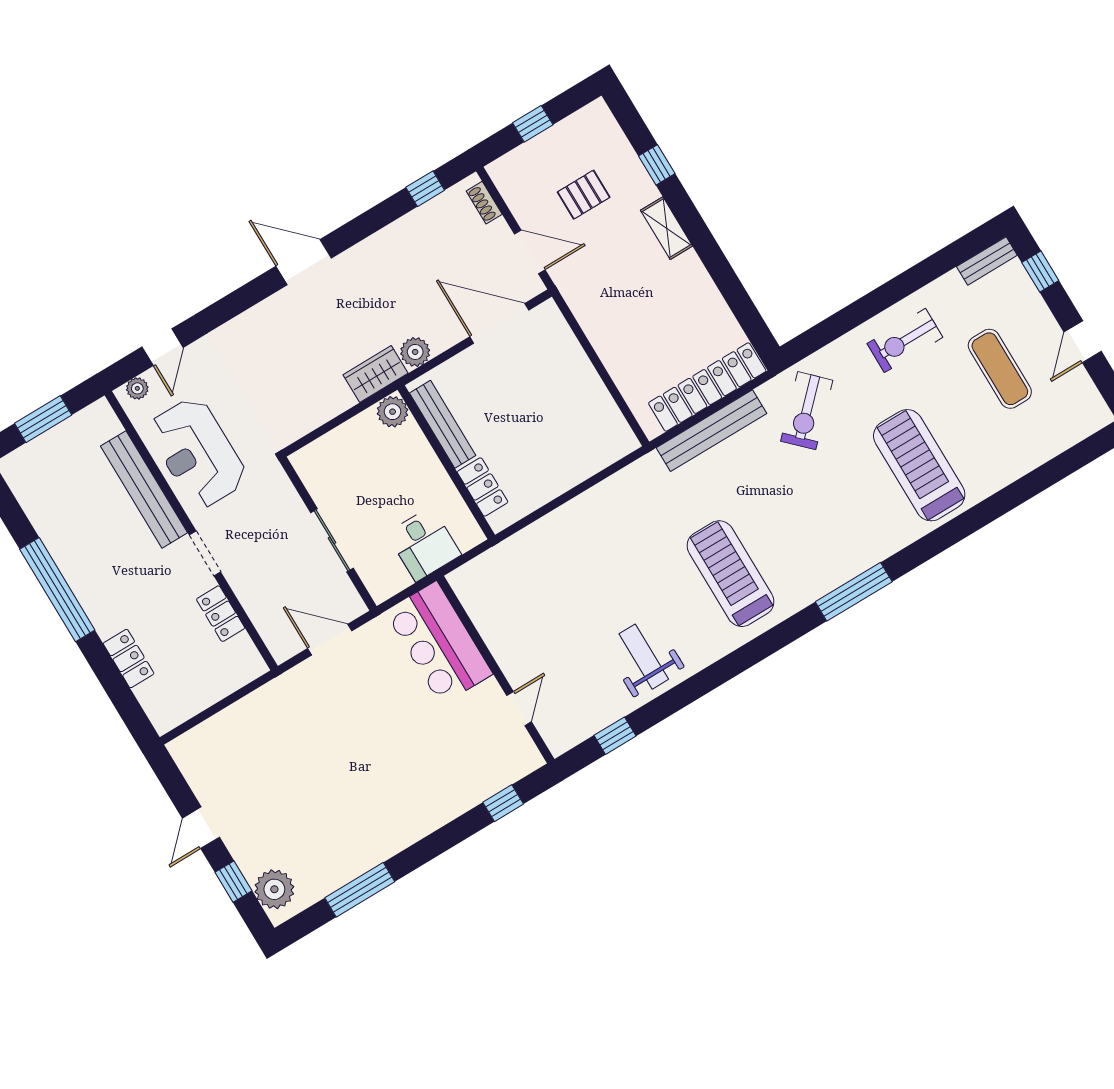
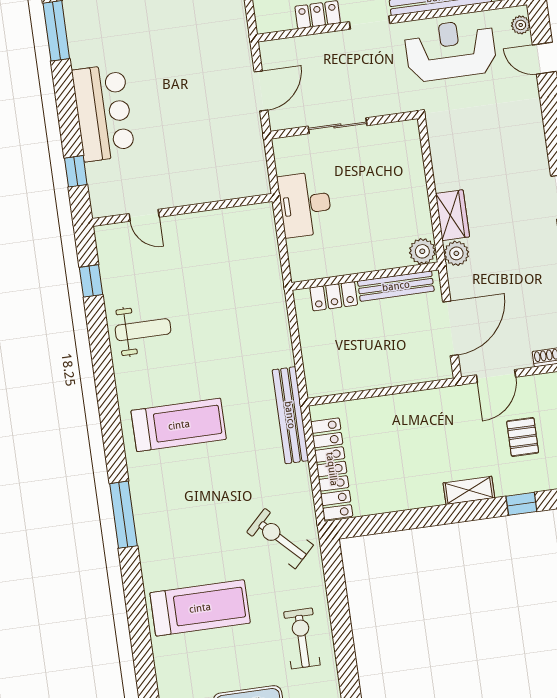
plant: (393, 412) -> (422, 251), moved
bench: (443, 424) -> (396, 286), moved
bench: (711, 431) -> (290, 415), moved
wall: (446, 462) -> (365, 276), moved
locker: (483, 487) -> (334, 296), moved
desk: (424, 544) -> (305, 204), width x1.37
bar counter: (439, 643) -> (103, 113), moved, turned 90

